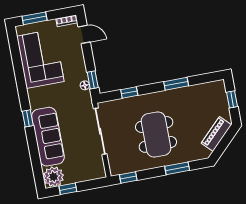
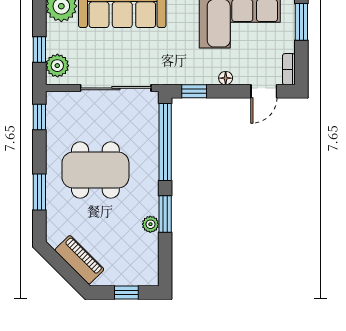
floor lamp: (85, 85) -> (226, 78), moved
window: (129, 92) -> (165, 142), width x3.17
plant: (185, 92) -> (150, 224), added
plant: (93, 172) -> (57, 66), added
window: (68, 189) -> (39, 50), moved

